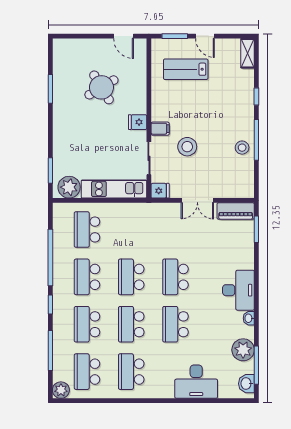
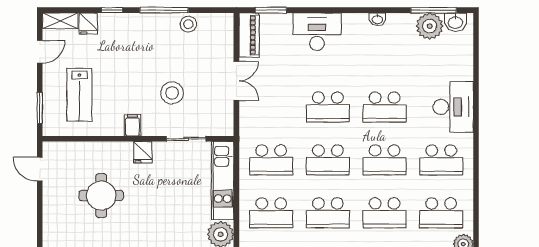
door: (124, 36) -> (40, 169), swing flipped
door: (205, 36) -> (40, 52), moved
round table: (101, 87) -> (101, 196), turned 31
filing cabinet: (160, 129) -> (132, 125), moved
stool: (242, 148) -> (188, 24), moved
fridge: (160, 191) -> (88, 23), moved, turned 180
school desk: (131, 230) -> (271, 160), added
desk: (238, 290) -> (317, 32), moved
plant: (243, 350) -> (430, 26), moved
desk: (196, 382) -> (453, 107), moved

